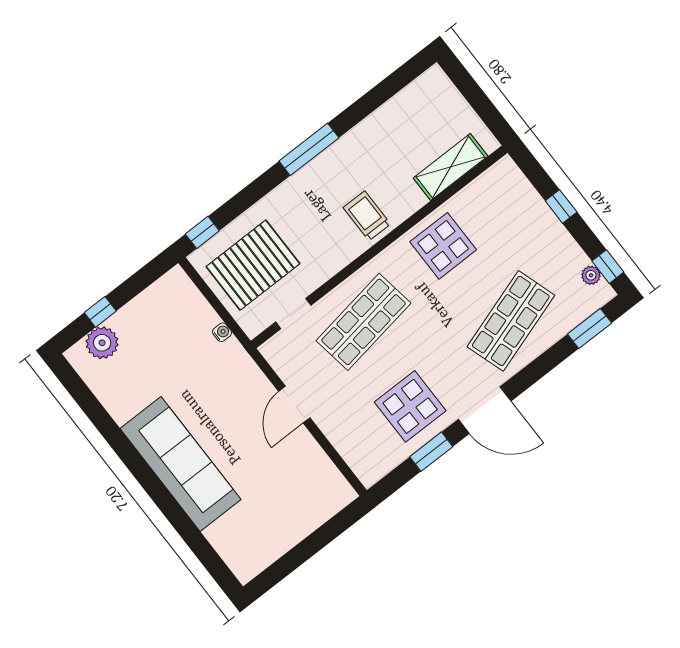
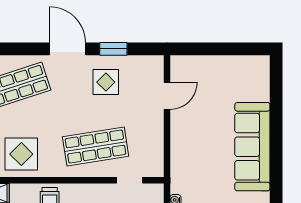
door: (294, 405) -> (167, 96), moved
display table: (410, 406) -> (106, 82), width x0.73, depth x0.73

